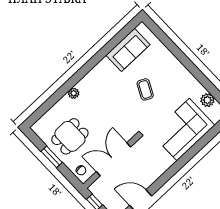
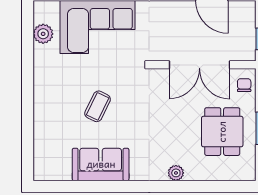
sofa: (128, 50) -> (101, 164), moved
dining table: (70, 136) -> (222, 132), turned 90

